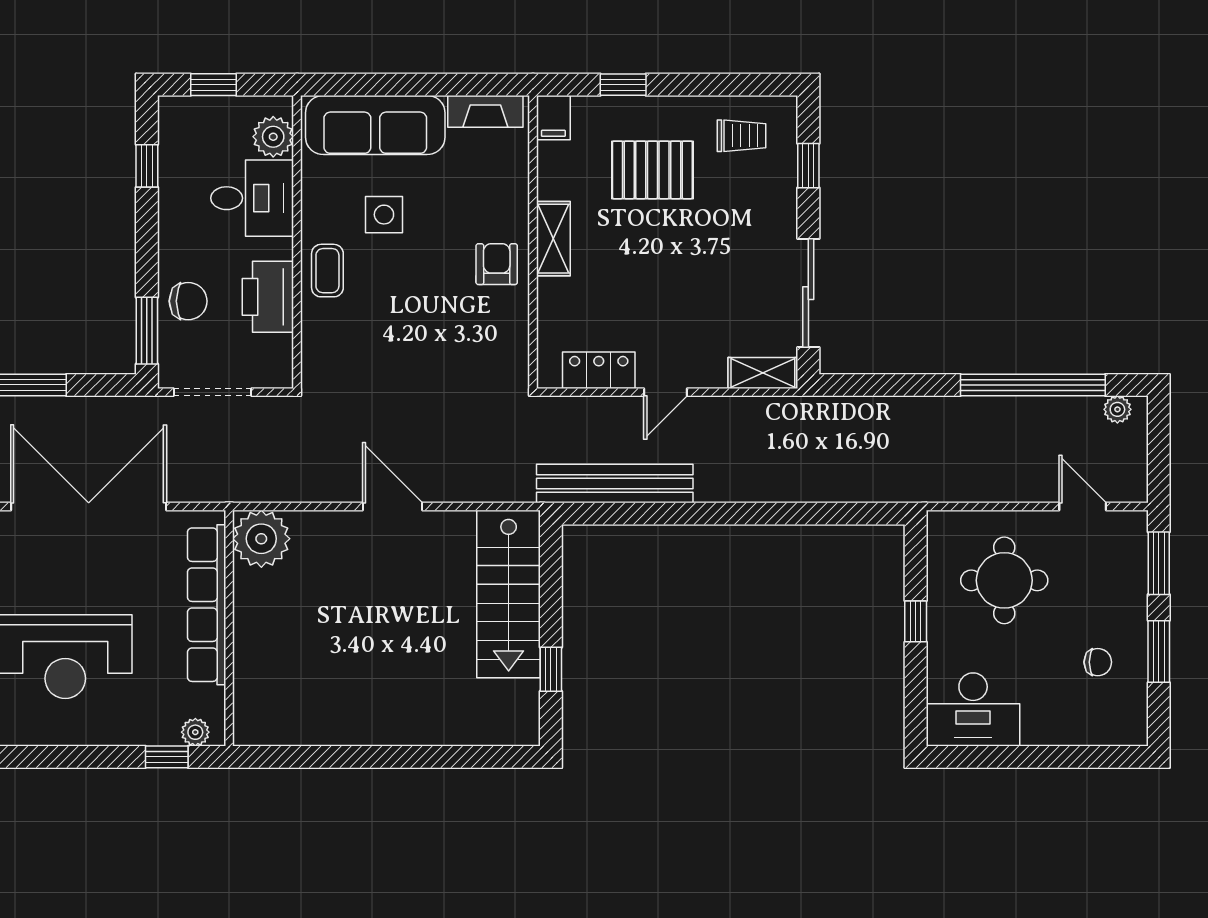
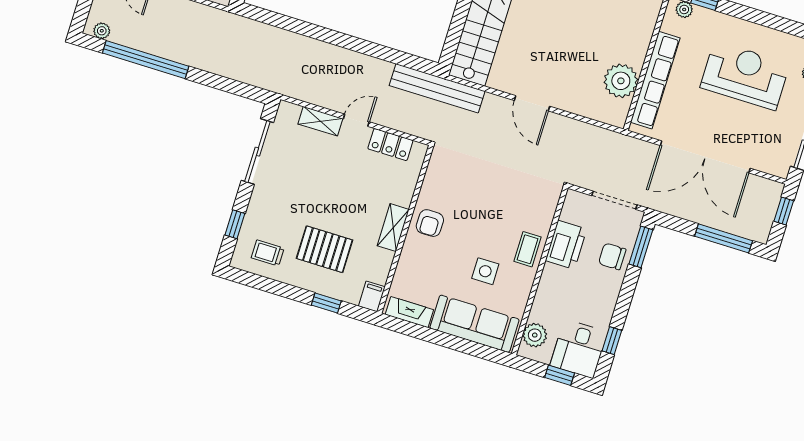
desk: (252, 198) -> (579, 349), moved, turned -90
shelving: (763, 373) -> (320, 121), moved
bench: (615, 484) -> (437, 88), moved
plant: (261, 539) -> (621, 81), moved

